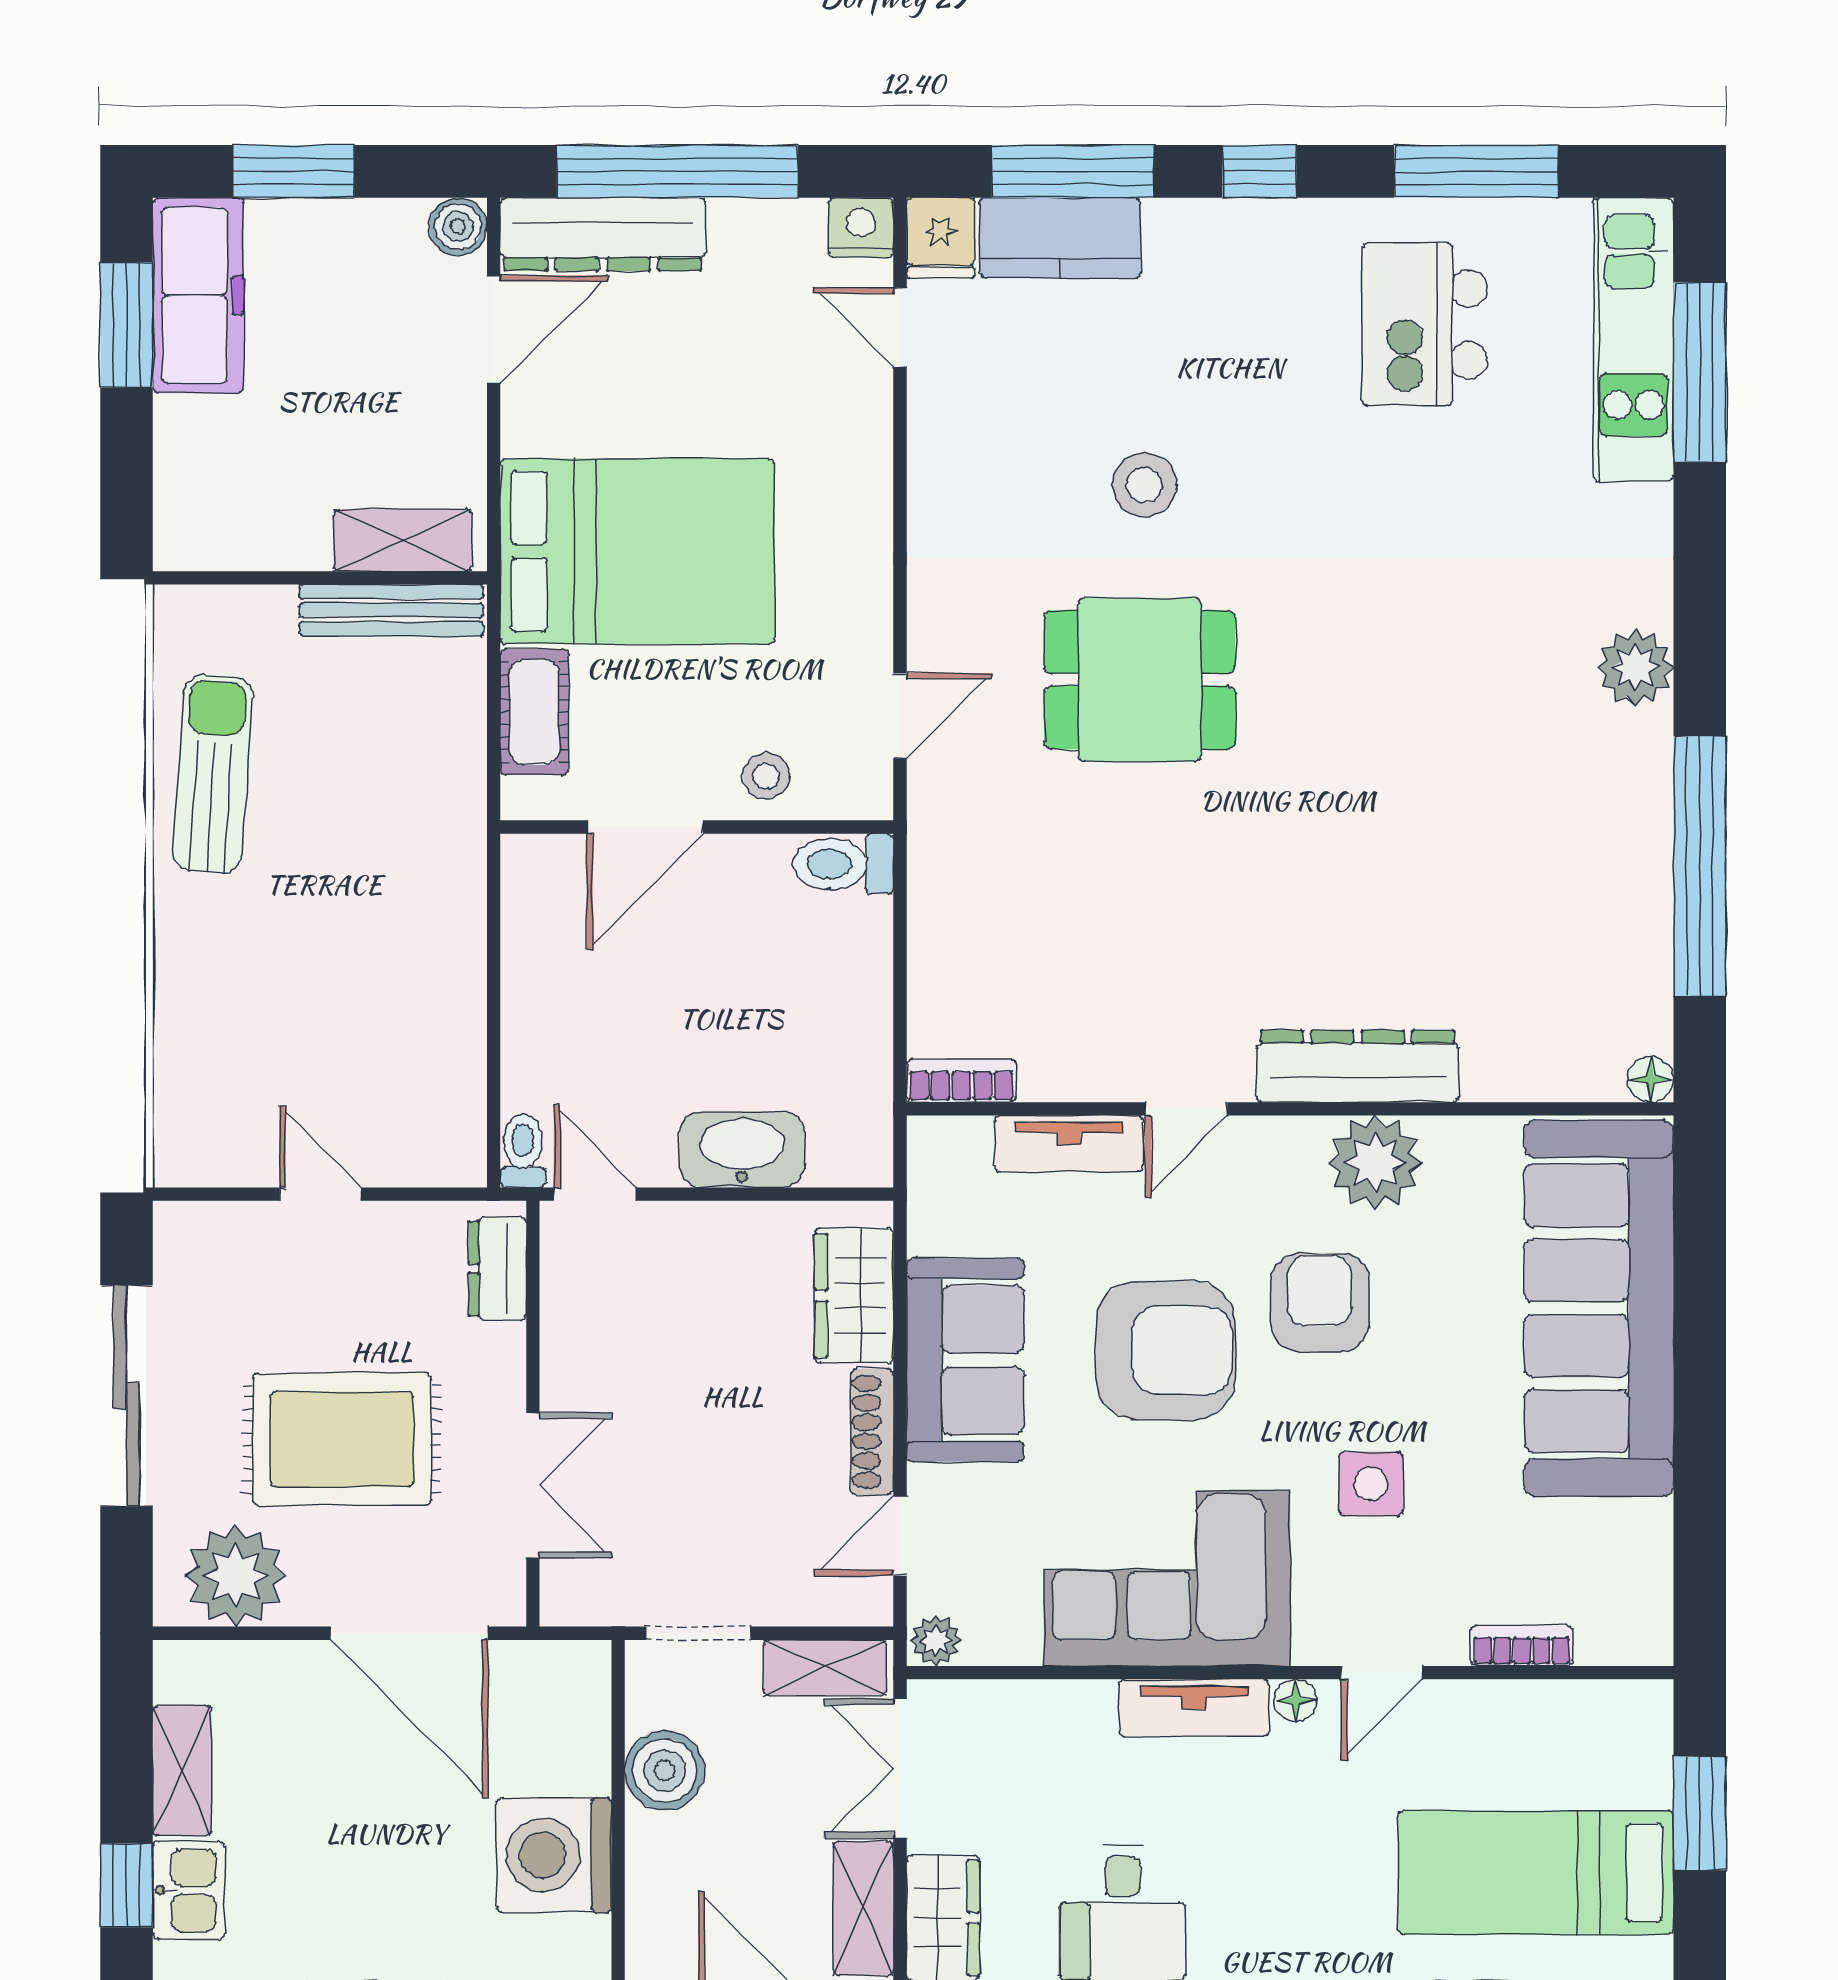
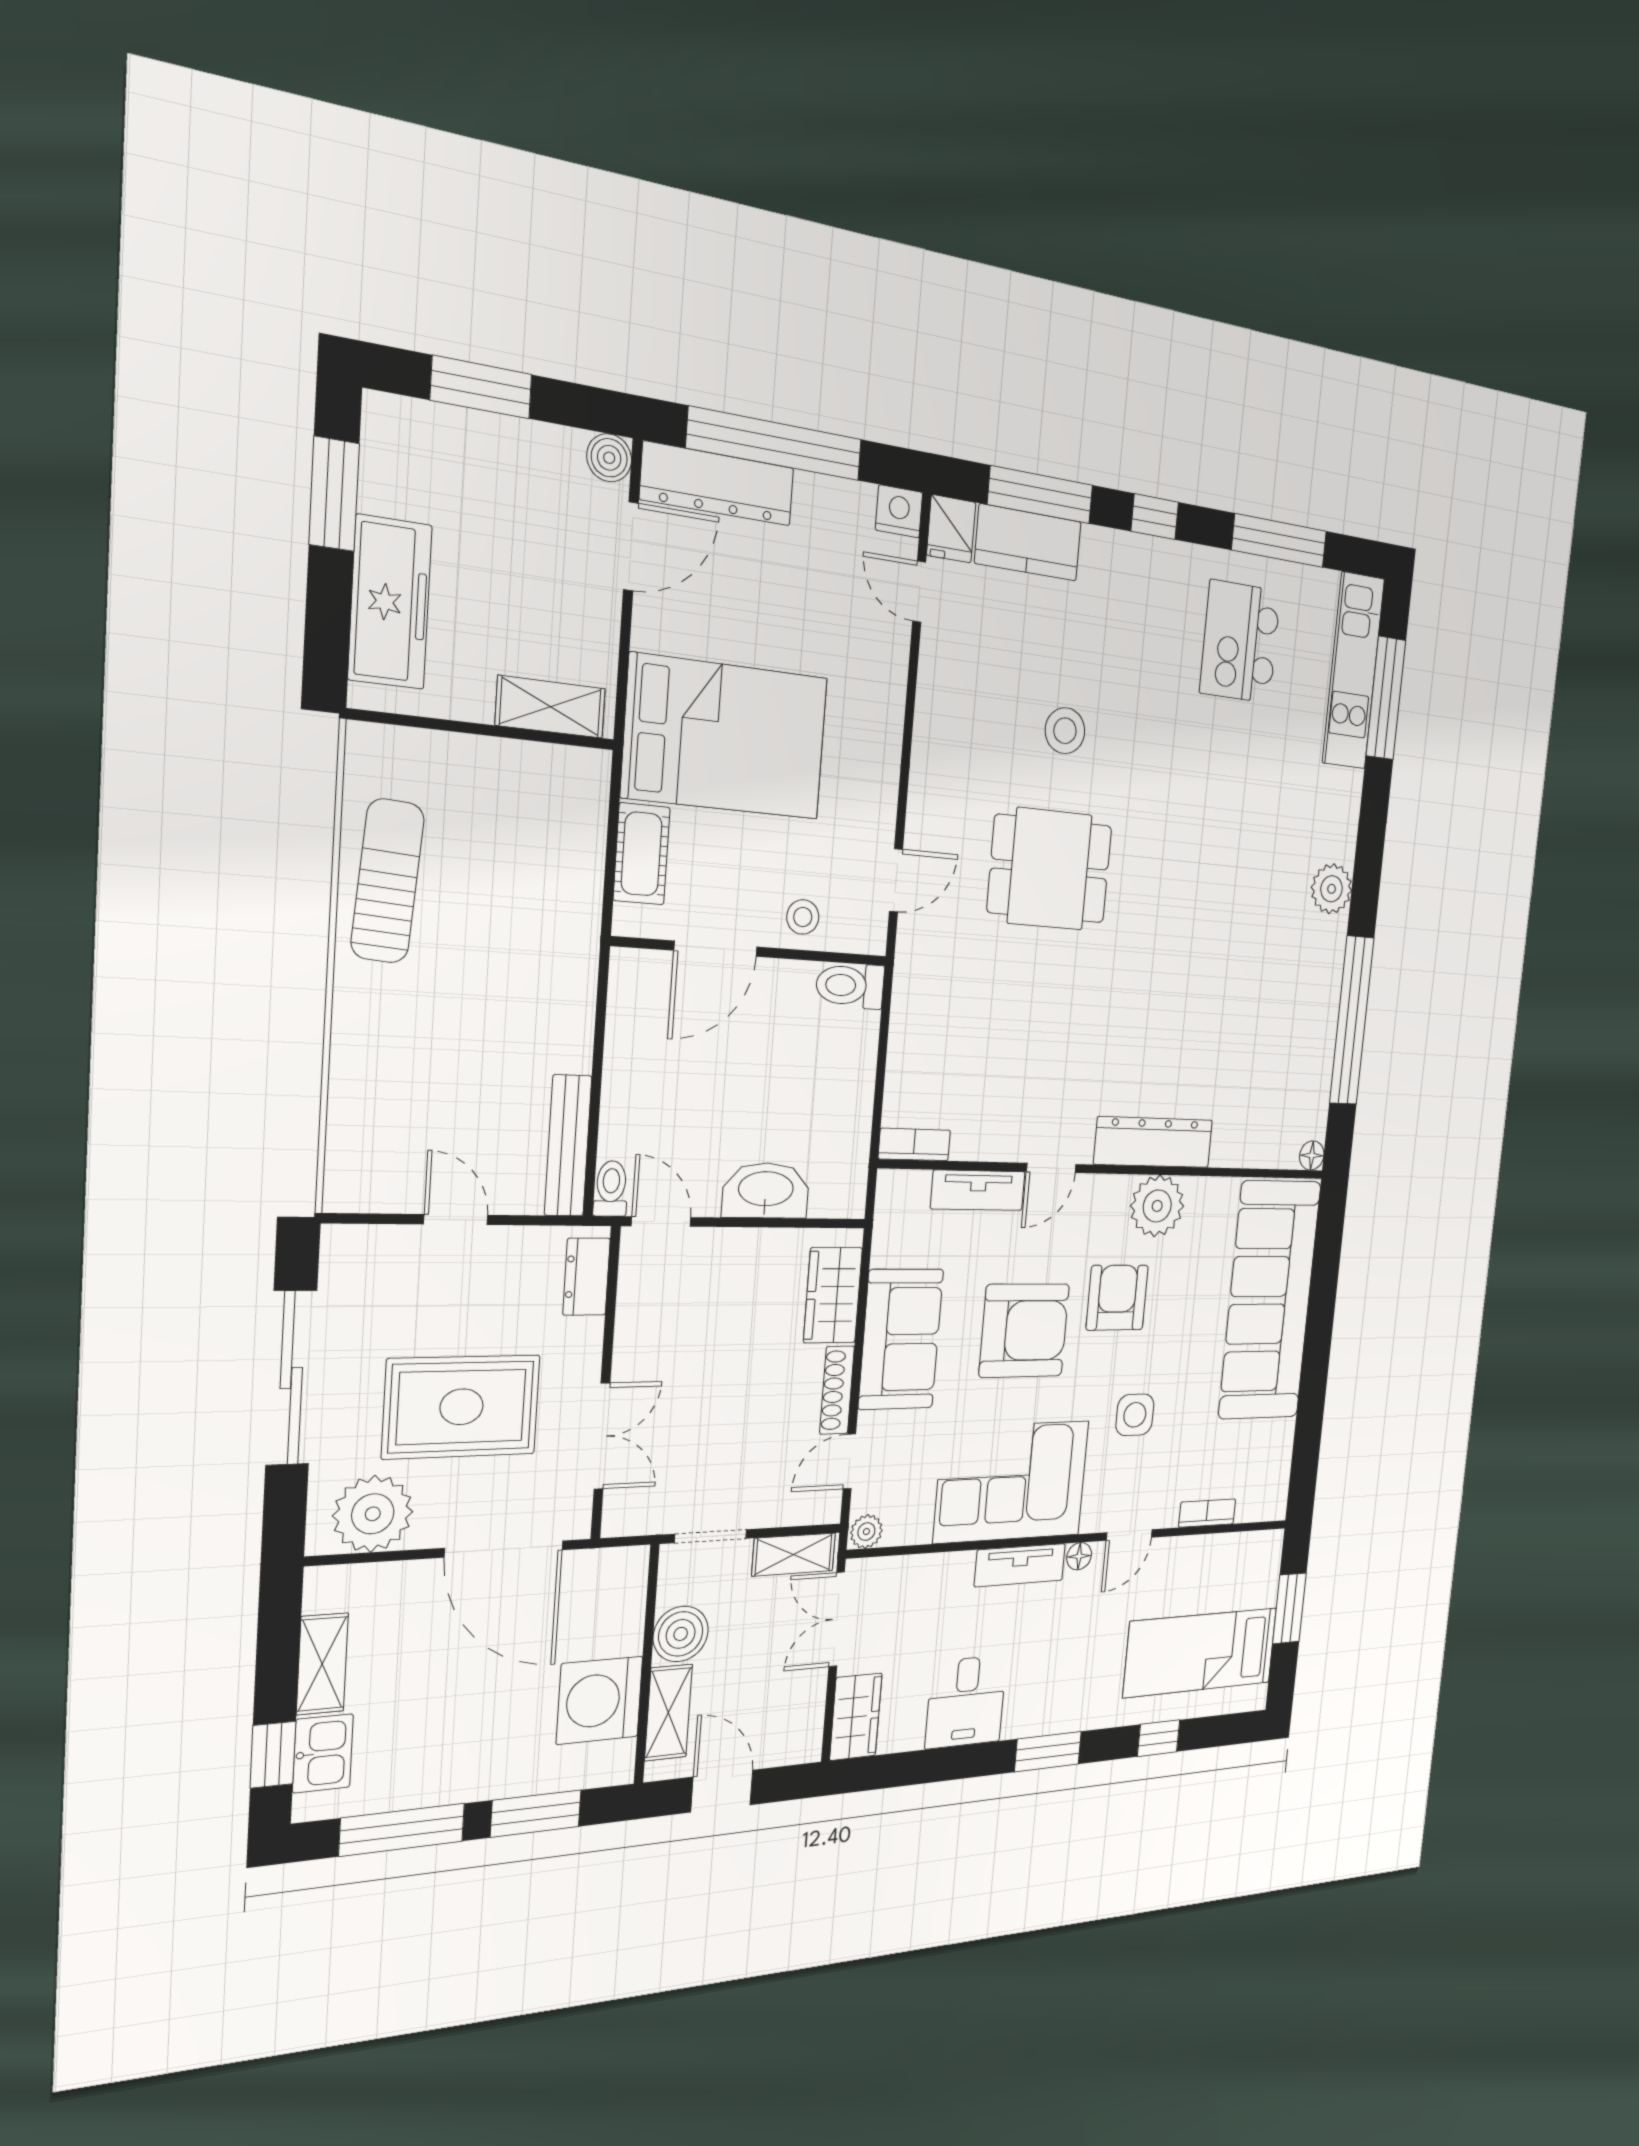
freezer: (198, 295) -> (390, 602), moved
bench: (391, 610) -> (568, 1146), moved, turned 90
shelving: (863, 1908) -> (668, 1712), moved

